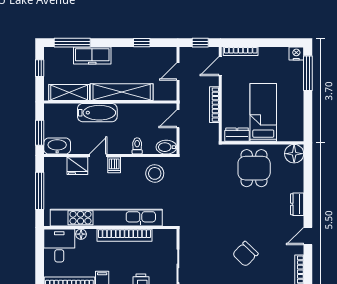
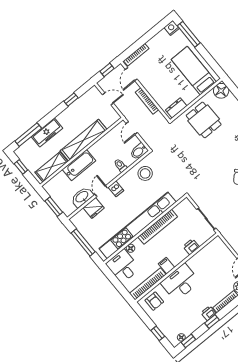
door: (178, 71) -> (108, 99), swing flipped
bed: (263, 112) -> (194, 71), moved
washbasin: (57, 146) -> (82, 197), moved

